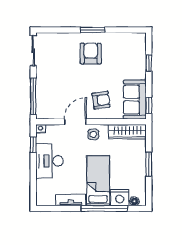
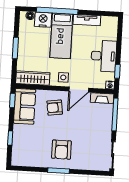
fireplace: (49, 114) -> (102, 98), added

